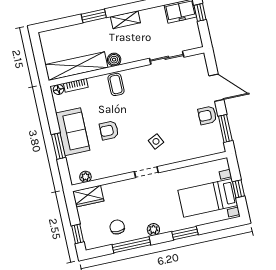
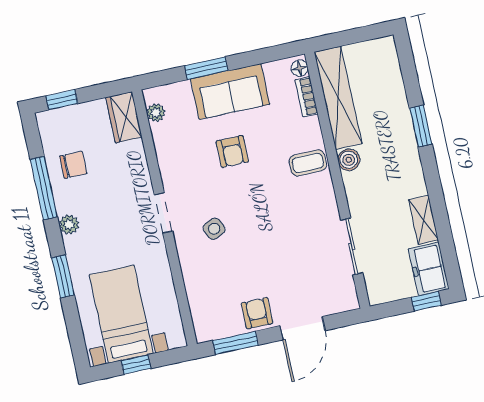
shelving: (125, 20) -> (423, 220), moved
armchair: (109, 130) -> (232, 151), turned 180

